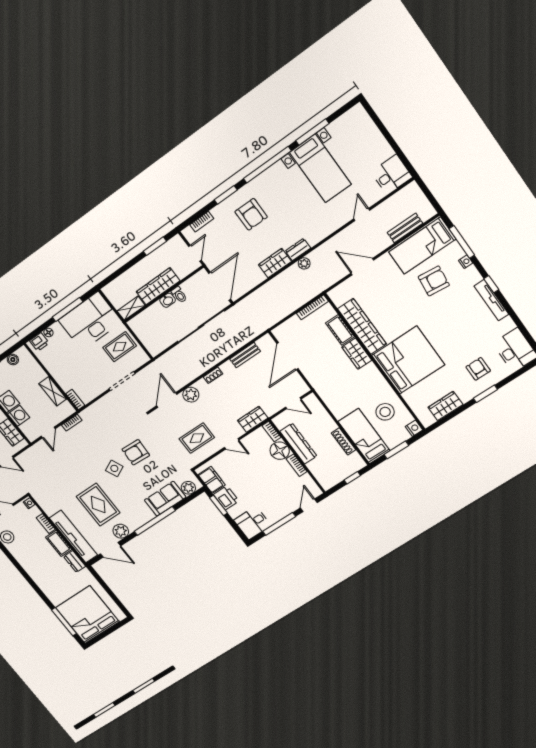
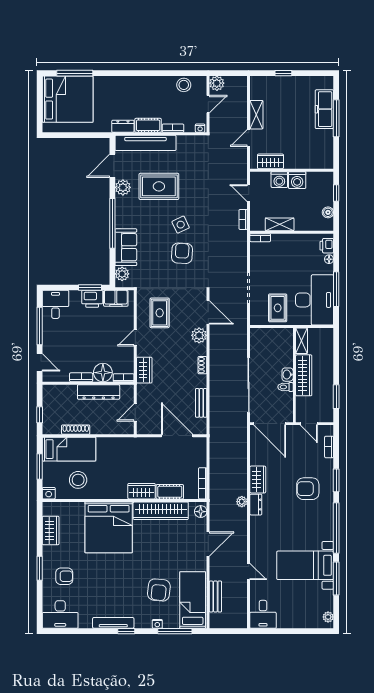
plant: (353, 114) -> (328, 617), added
floor lamp: (338, 292) -> (201, 512), added

